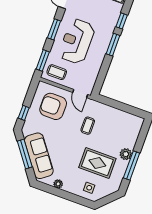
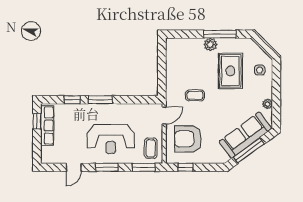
armchair: (53, 106) -> (188, 139), turned 90
window: (24, 113) -> (186, 167), moved

